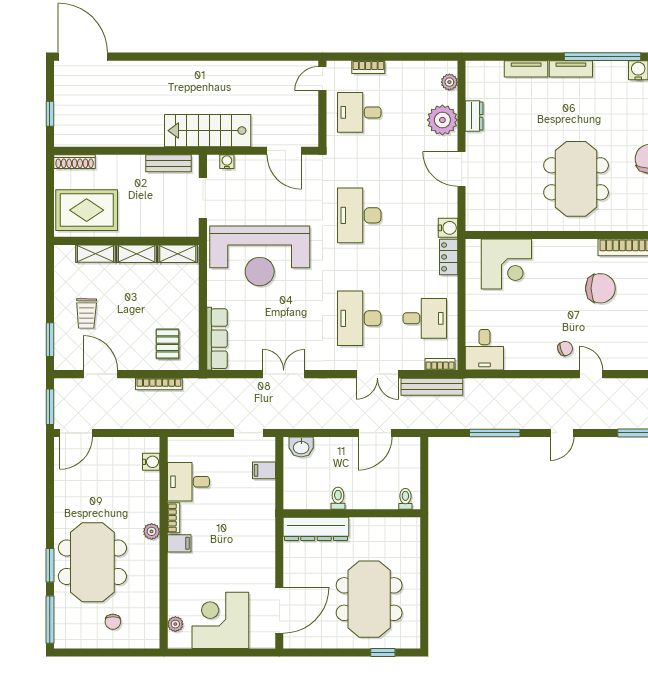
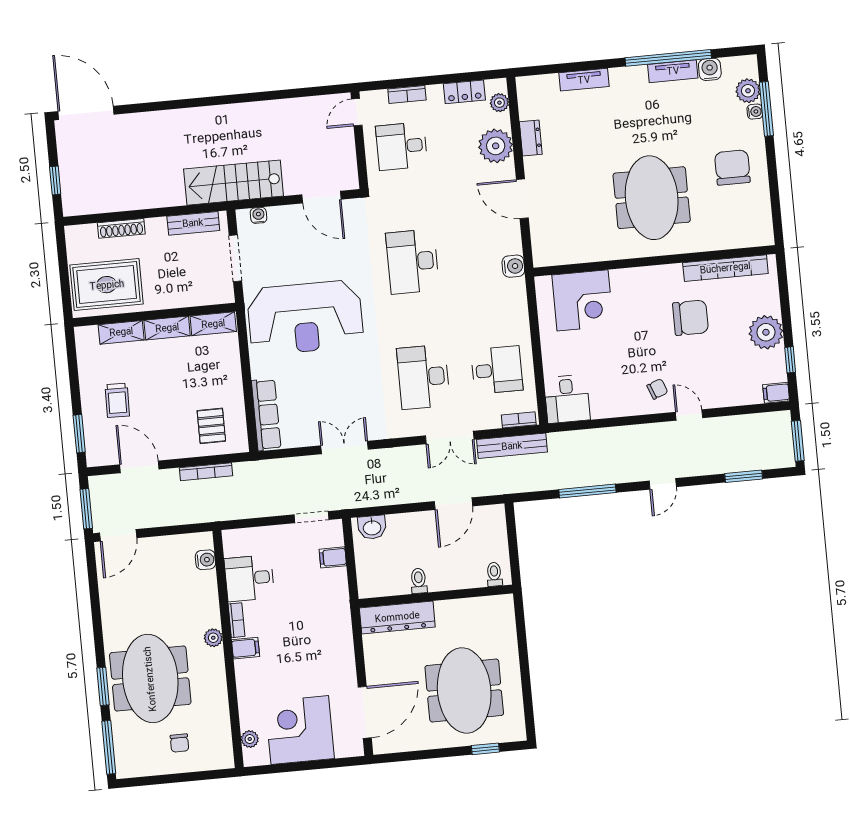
tv unit: (571, 69) -> (673, 71), moved
shoe rack: (75, 162) -> (121, 228), moved
locker: (449, 257) -> (464, 92), moved, turned -90

